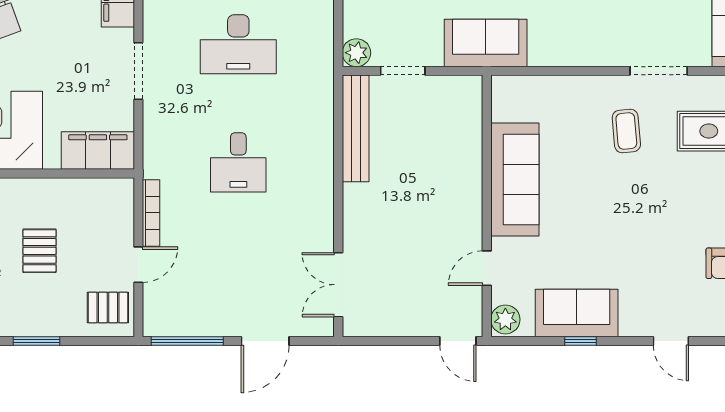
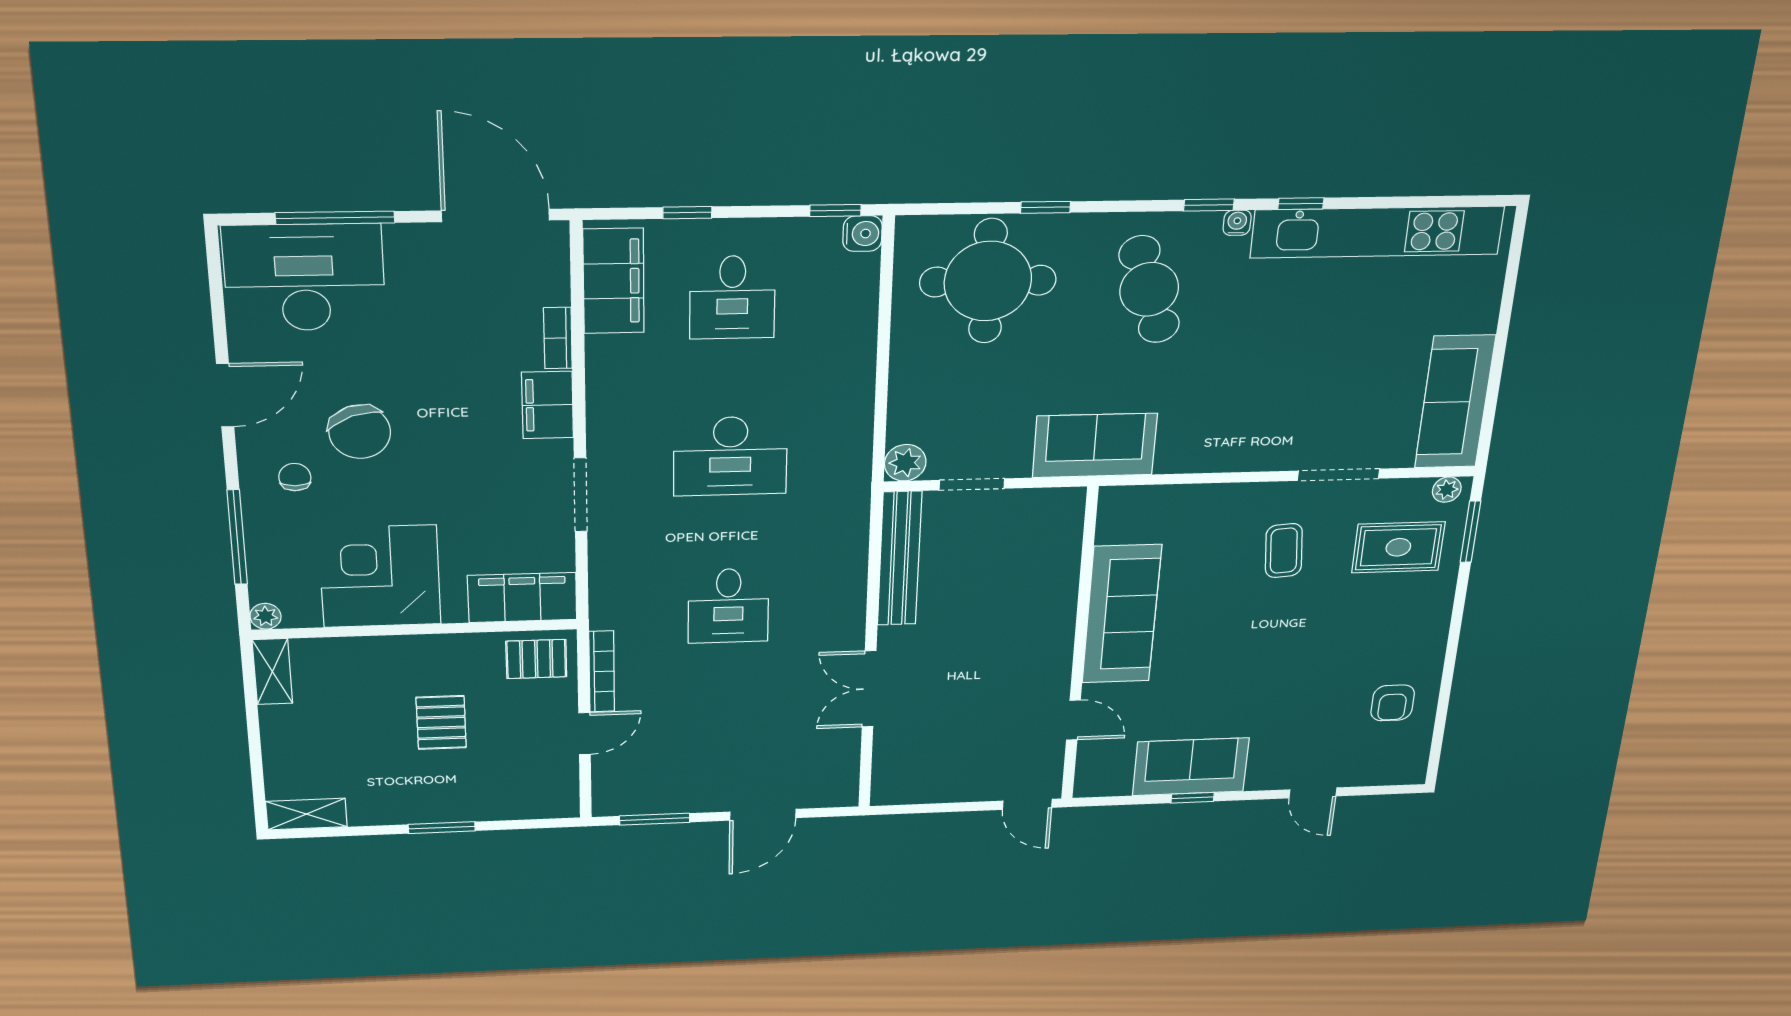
door: (487, 268) -> (1073, 720), swing flipped
double door: (338, 285) -> (869, 689), moved
pallet: (108, 307) -> (536, 659), moved
plant: (505, 319) -> (1094, 778), removed
window: (187, 341) -> (655, 819), width x0.69

